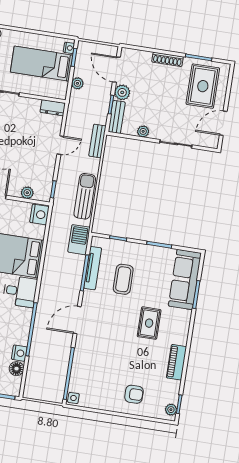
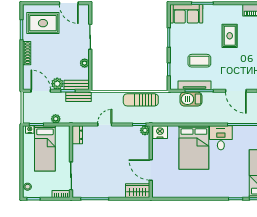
door: (116, 70) -> (41, 91), swing flipped
bench: (97, 141) -> (79, 97), moved
door: (60, 145) -> (105, 125), hinge flipped
plant: (27, 193) -> (145, 130), moved
barbecue: (79, 240) -> (191, 99), moved
sofa: (185, 279) -> (186, 14), width x0.73
rug: (149, 323) -> (230, 36), turned 90

